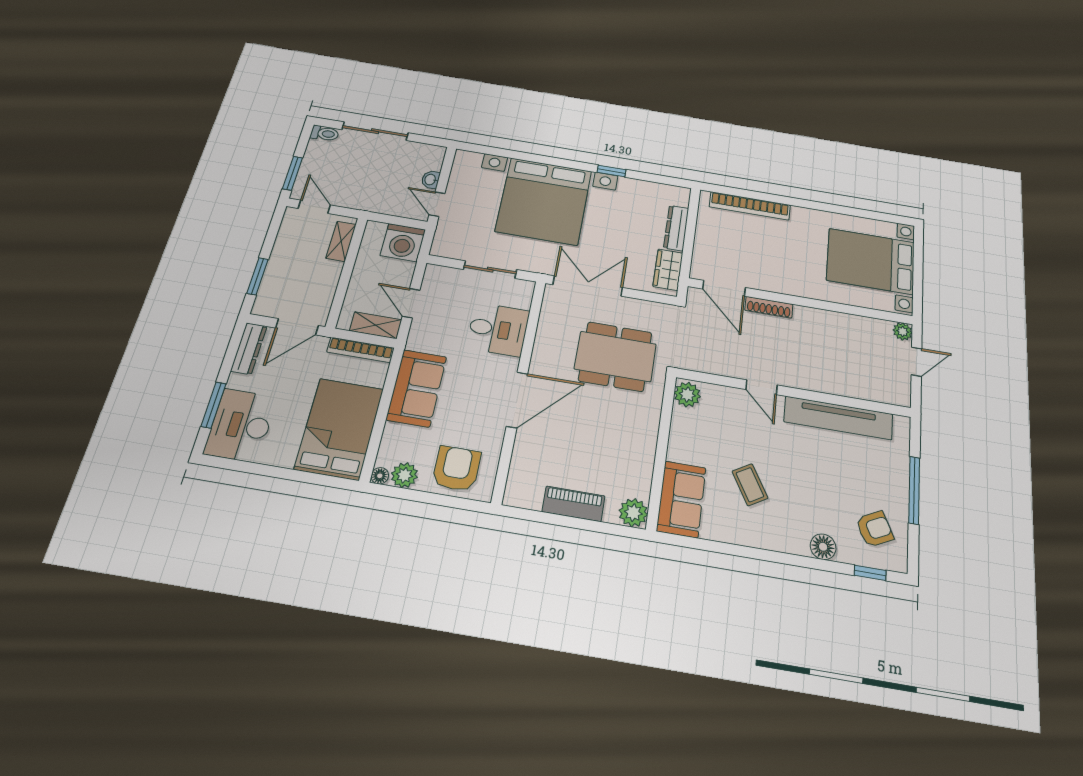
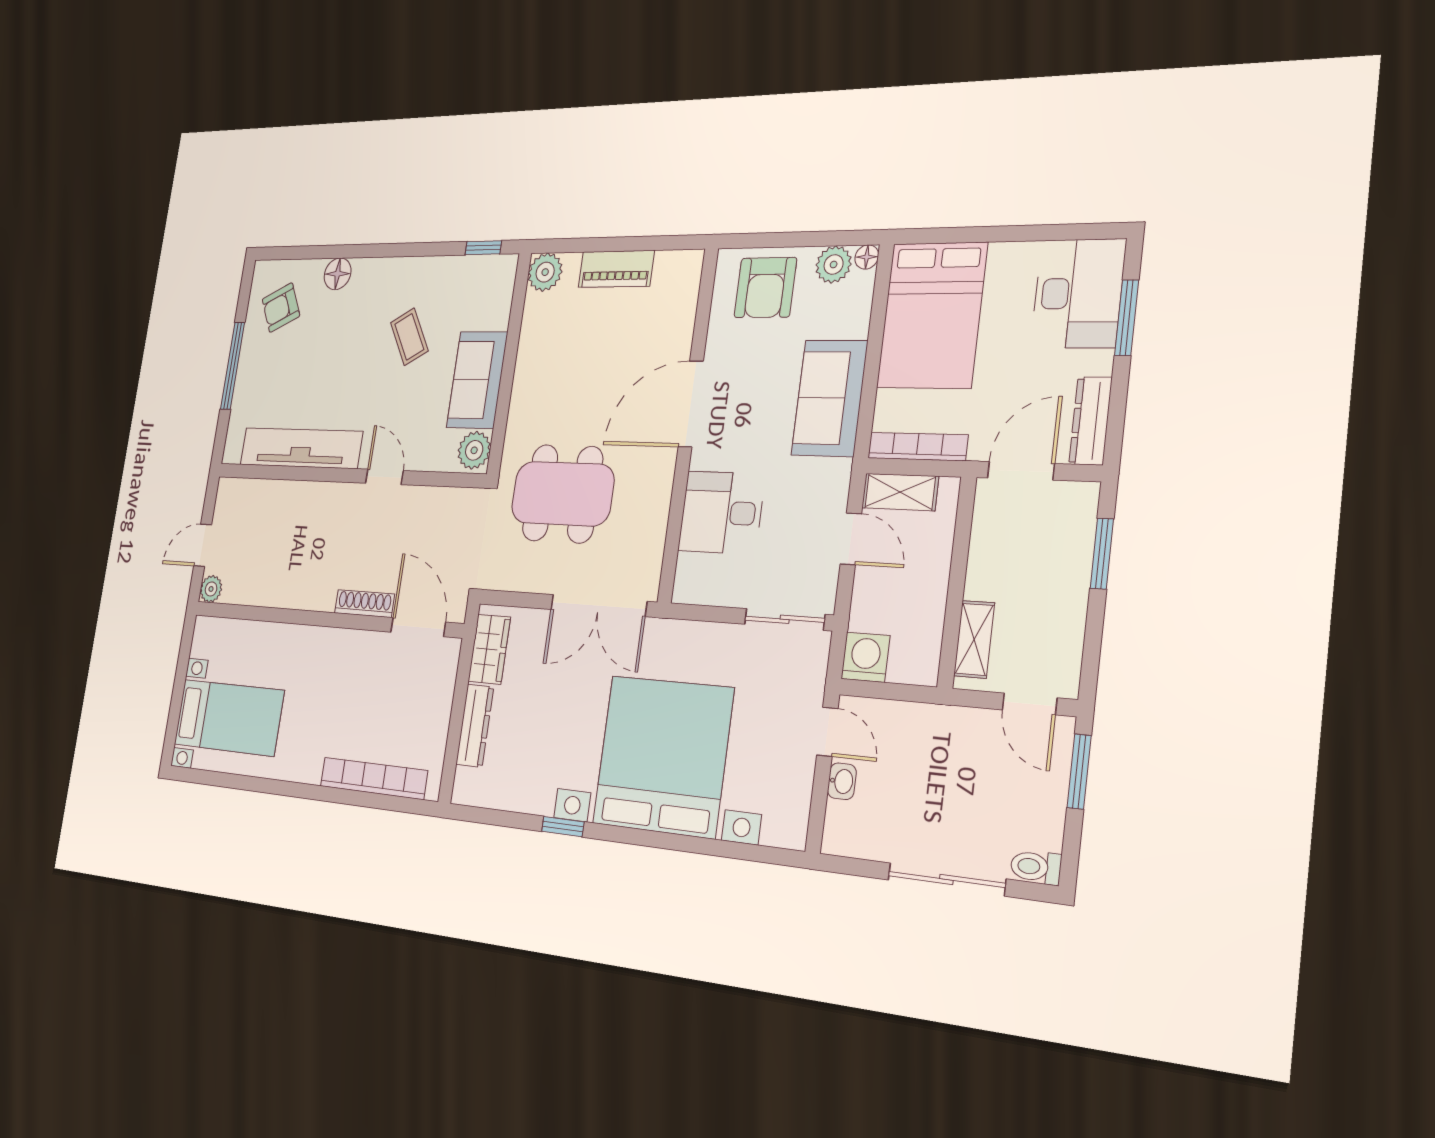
washing machine: (403, 243) -> (865, 657), width x0.73, depth x0.73
bed with nightstands: (871, 261) -> (229, 718), width x0.73
sliding door: (490, 270) -> (785, 619), moved
sofa: (681, 499) -> (477, 380), moved
window: (870, 573) -> (483, 248), moved

